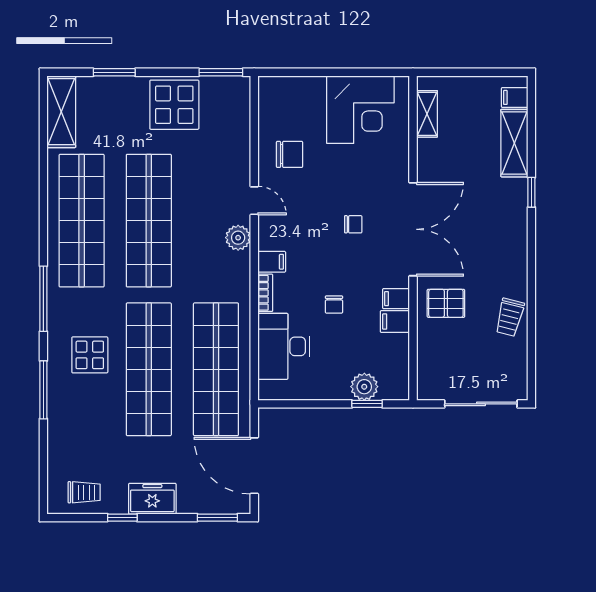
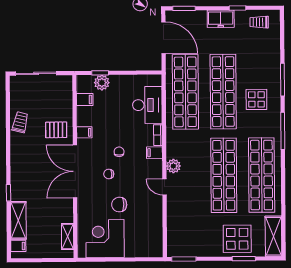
display table: (174, 105) -> (237, 239), moved
chair: (290, 154) -> (119, 205), moved
chair: (334, 304) -> (119, 152), moved
filing cabinet: (395, 321) -> (85, 99), moved

